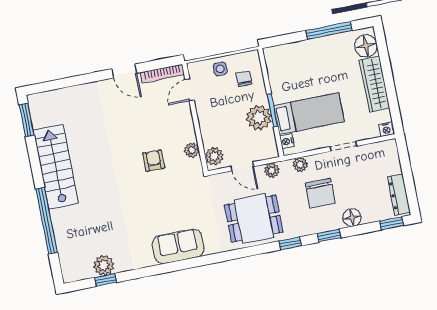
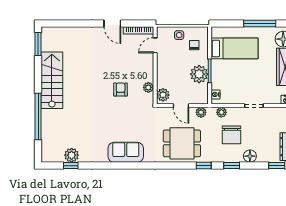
bed: (309, 114) -> (234, 48), moved

